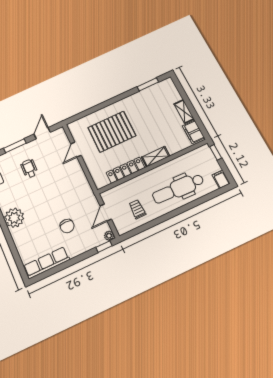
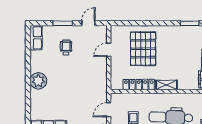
pallet: (112, 132) -> (143, 49), turned 90
chair: (67, 226) -> (75, 106), removed

